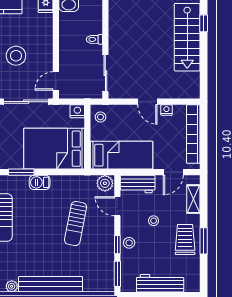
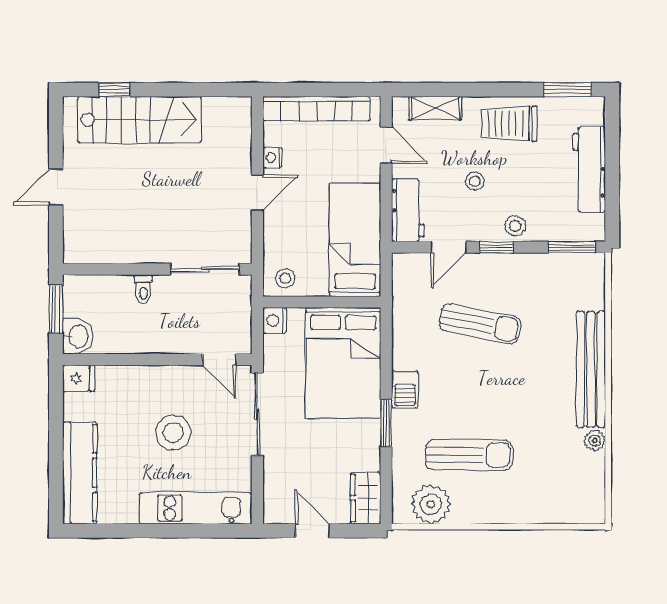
plant: (105, 183) -> (406, 270), removed
window: (204, 241) -> (567, 90), moved
window: (117, 245) -> (496, 247), moved

